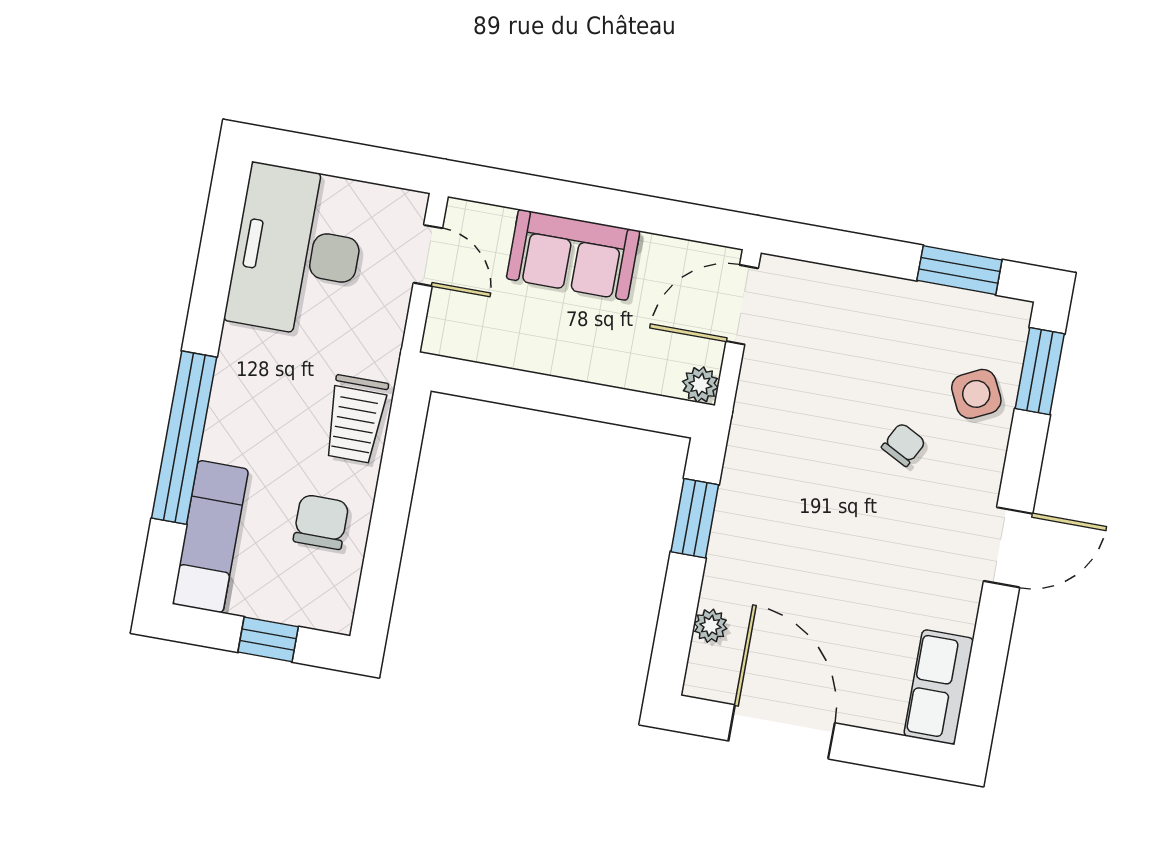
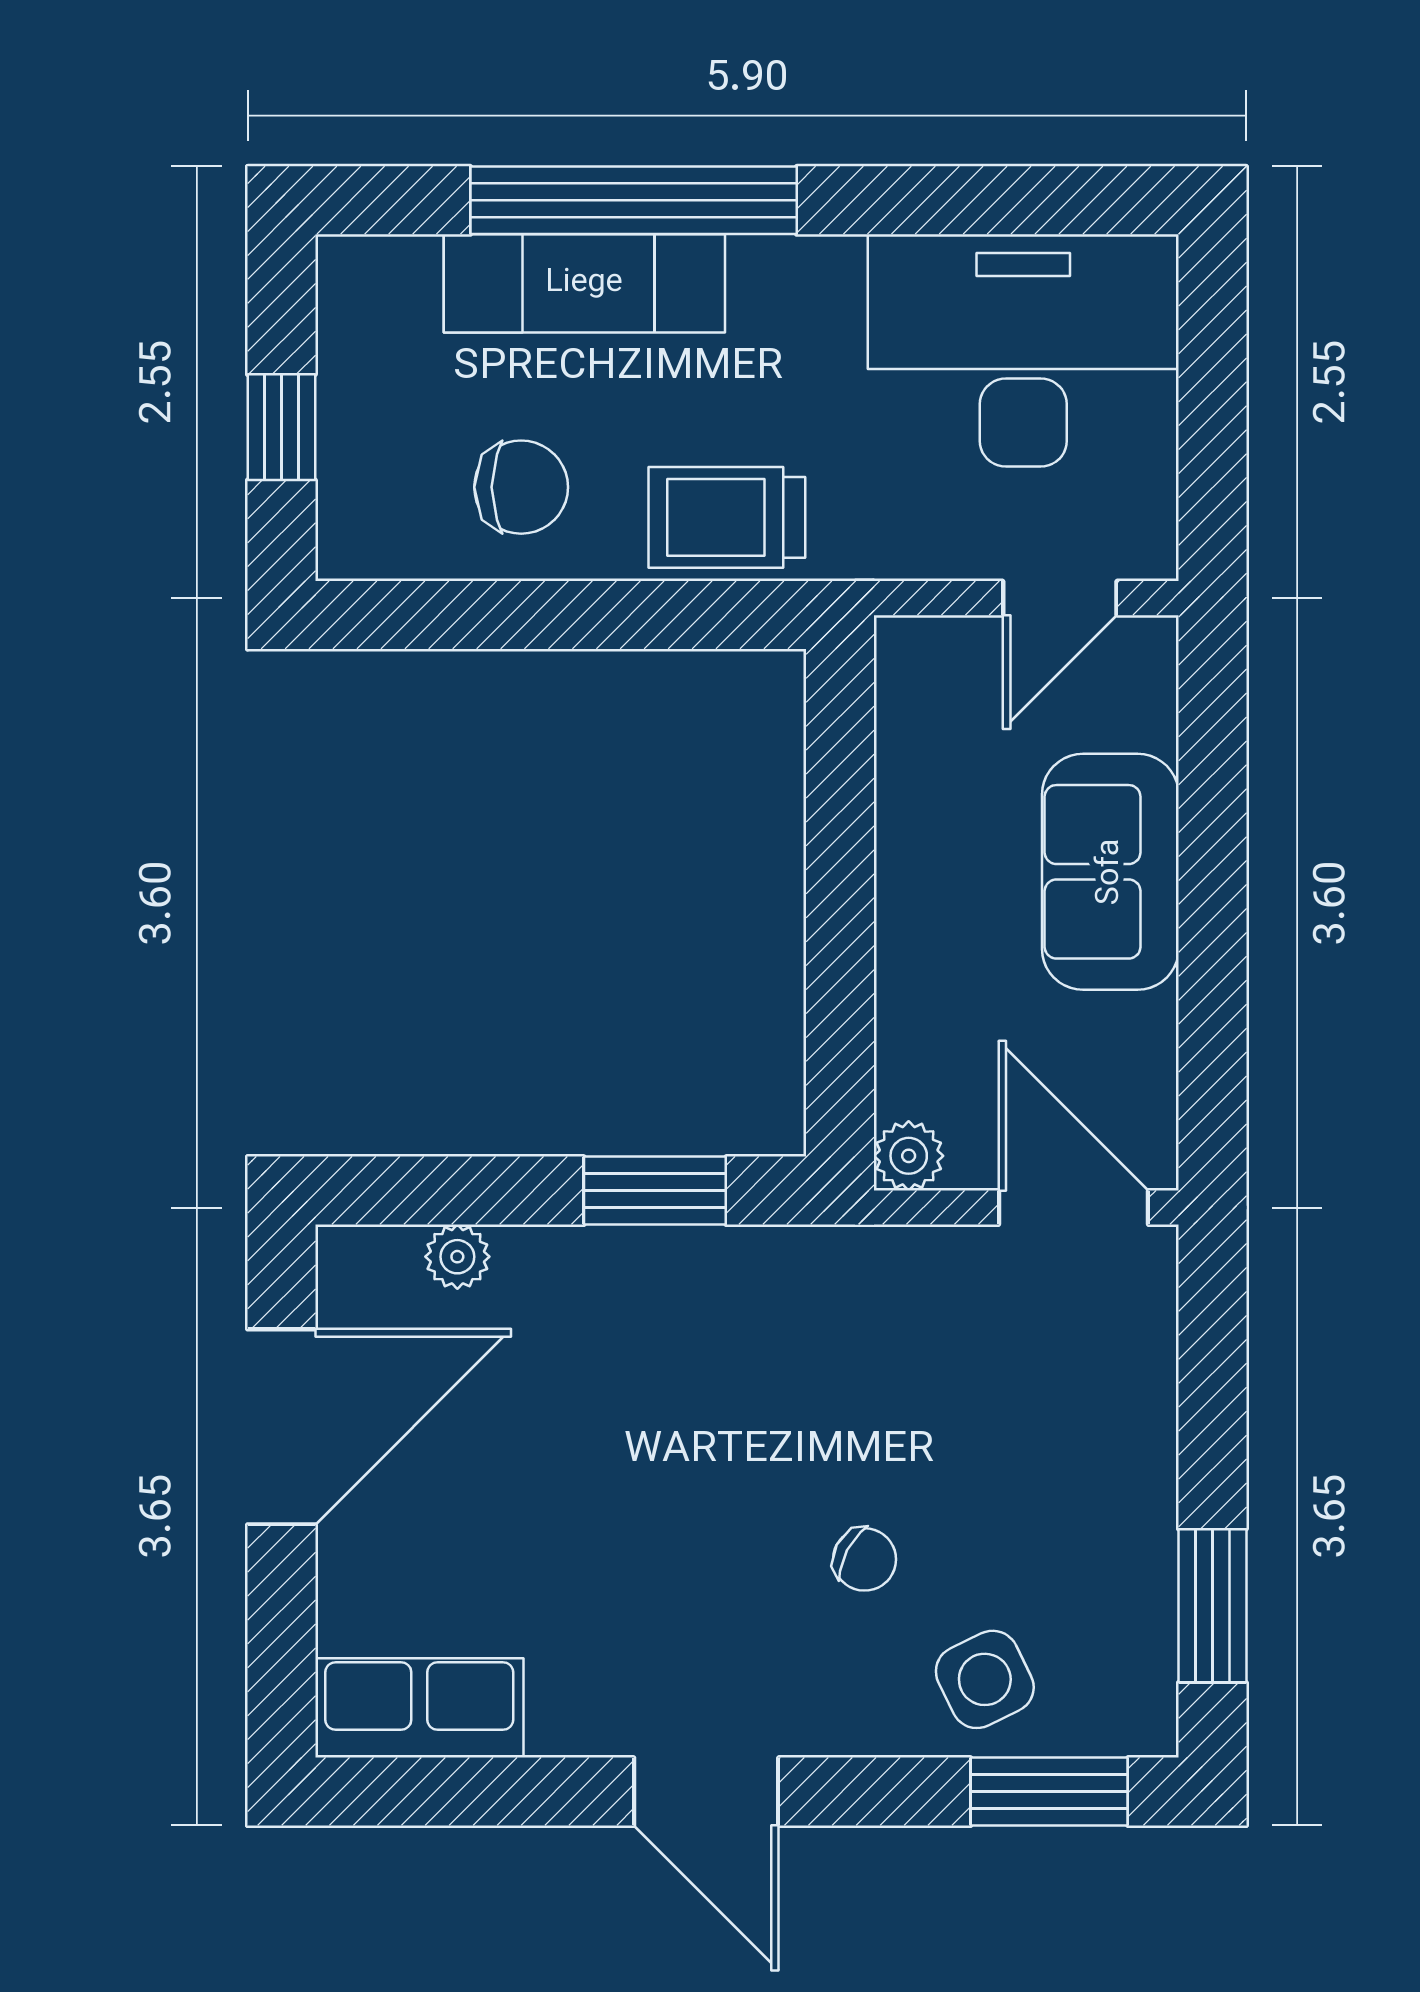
exam couch: (210, 537) -> (584, 283), moved

